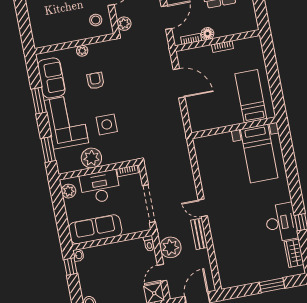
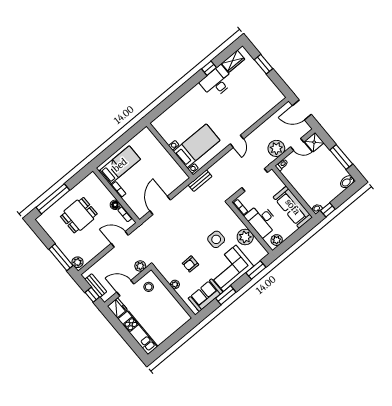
bed: (251, 96) -> (120, 165), moved, turned 180
bed with nightstands: (259, 153) -> (197, 146), moved
bench: (199, 234) -> (200, 181), moved

